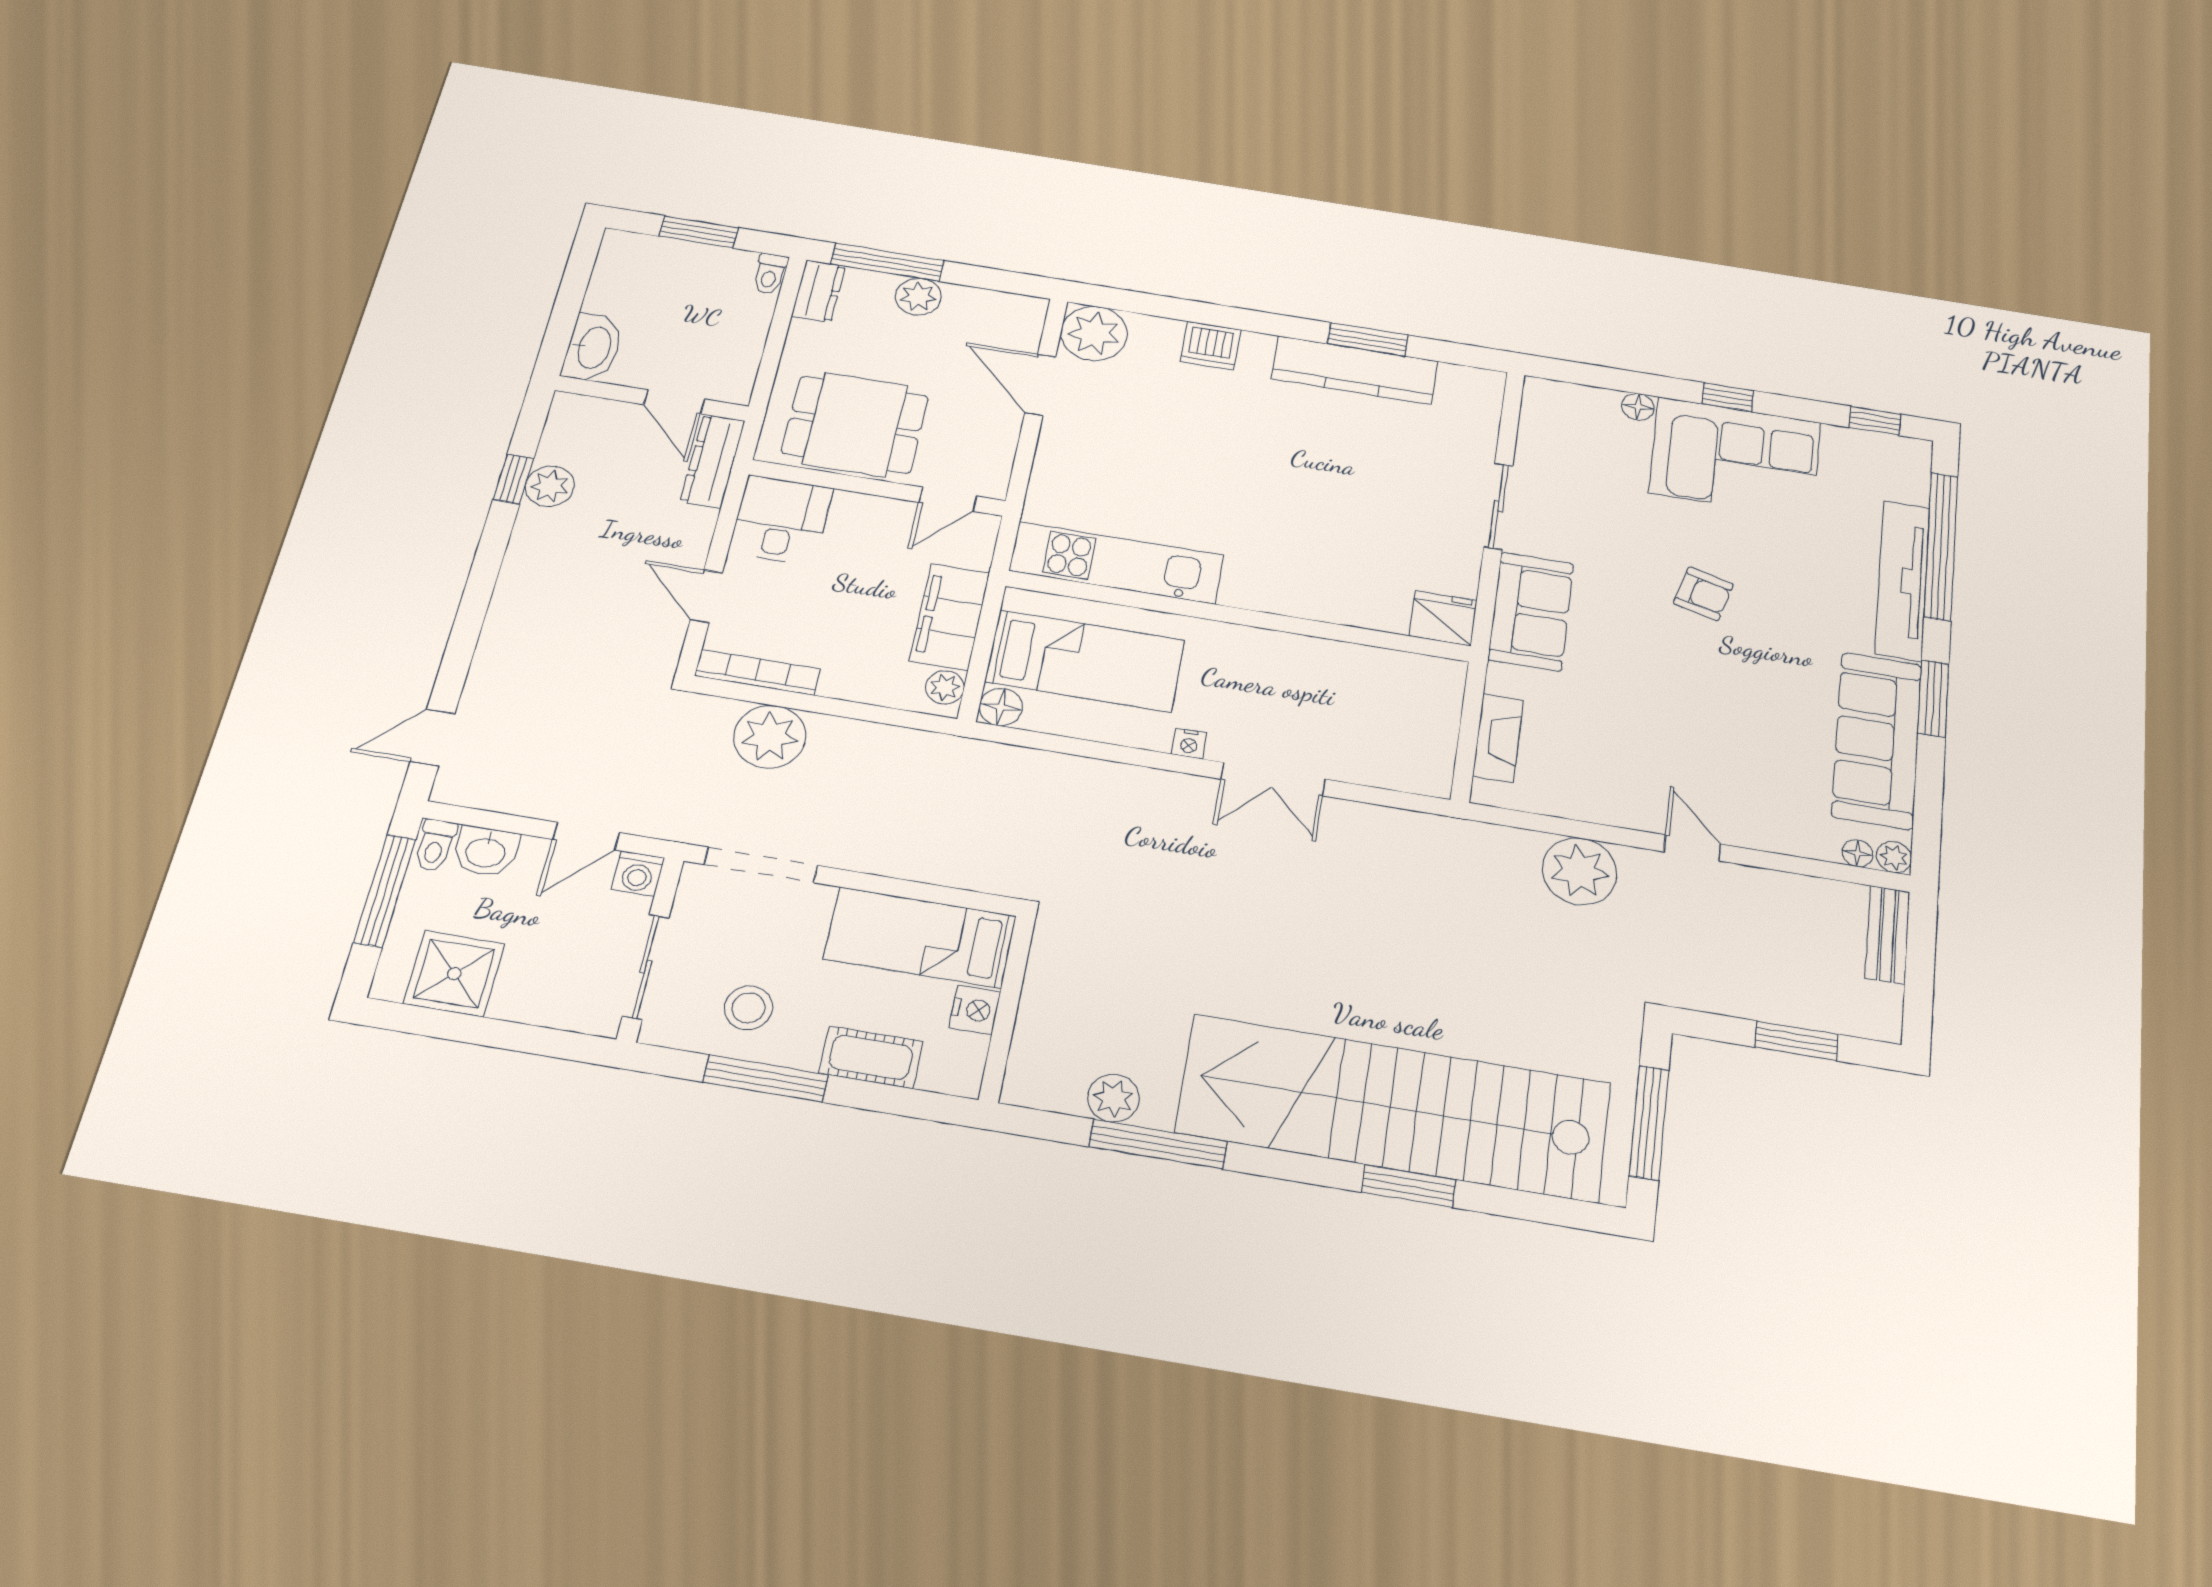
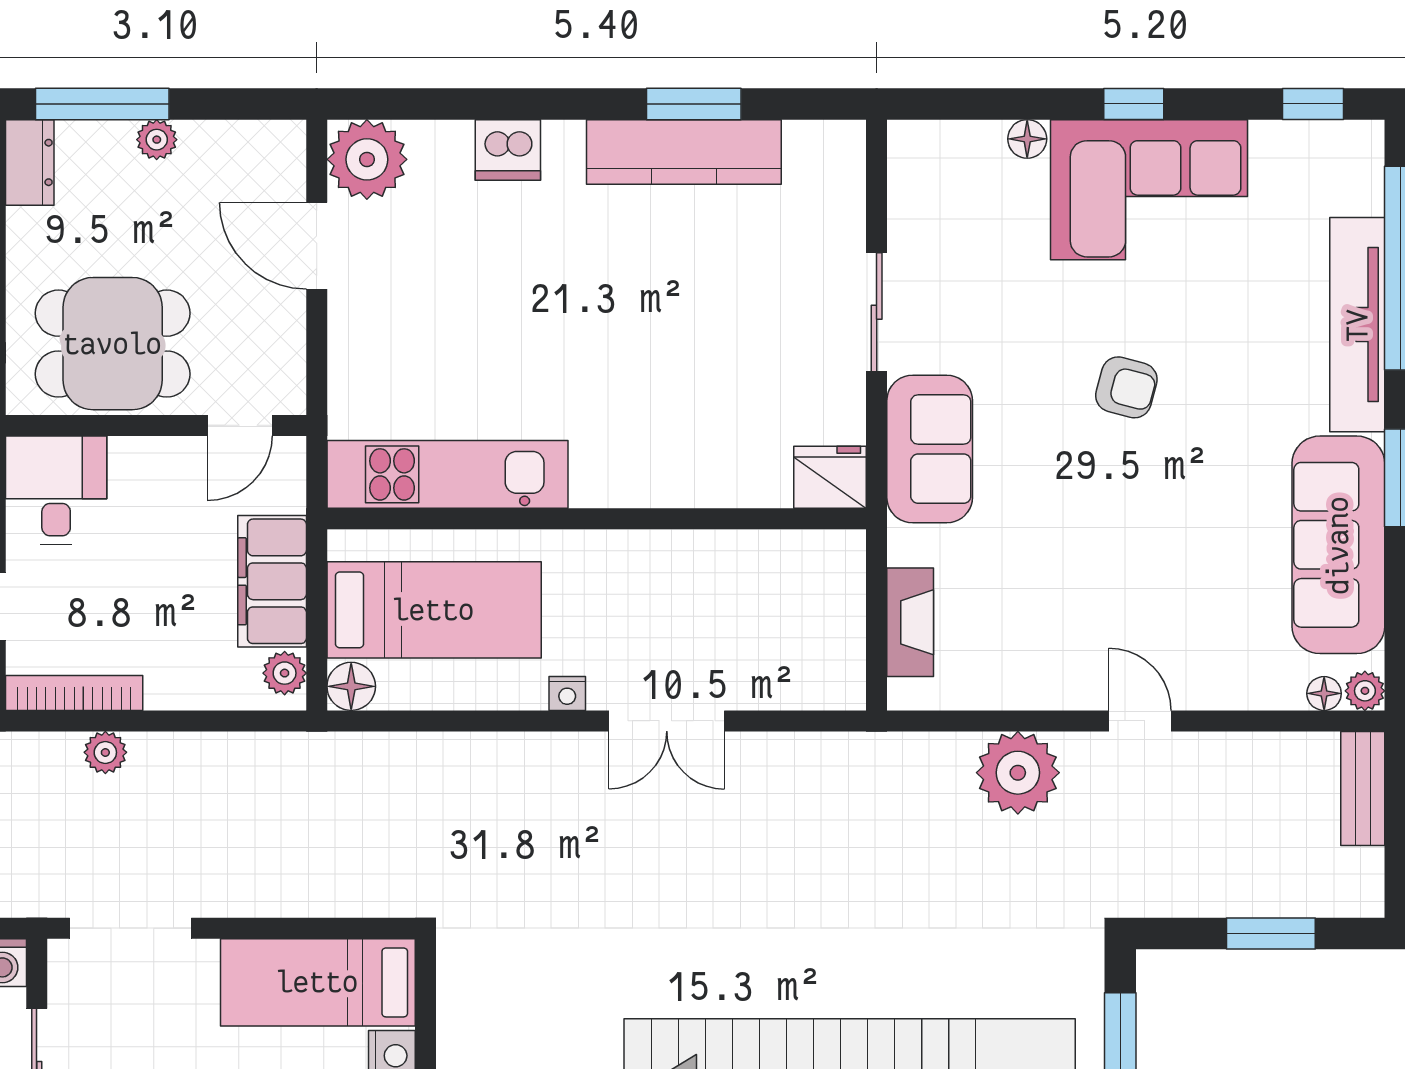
plant: (918, 297) -> (157, 140), width x0.73, depth x0.73
plant: (770, 737) -> (105, 752), width x0.53, depth x0.53

